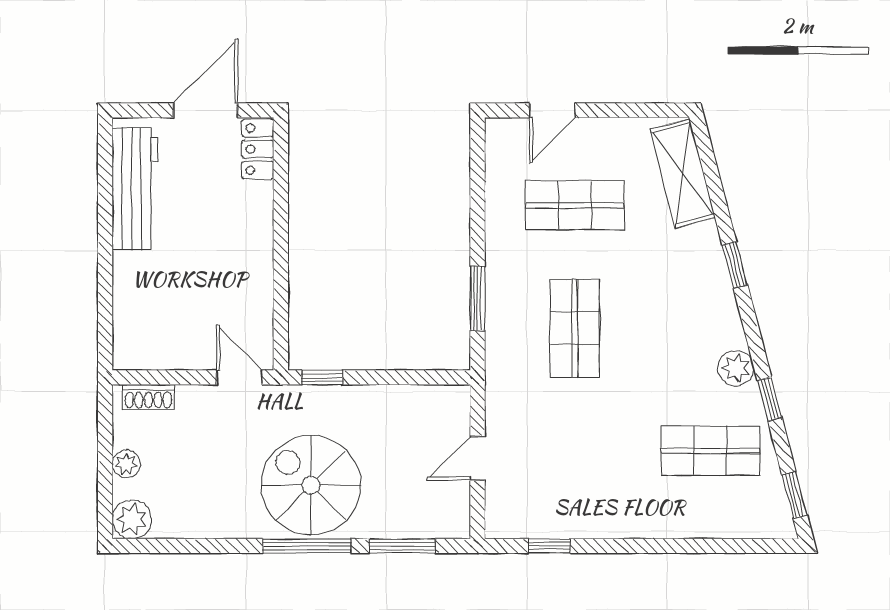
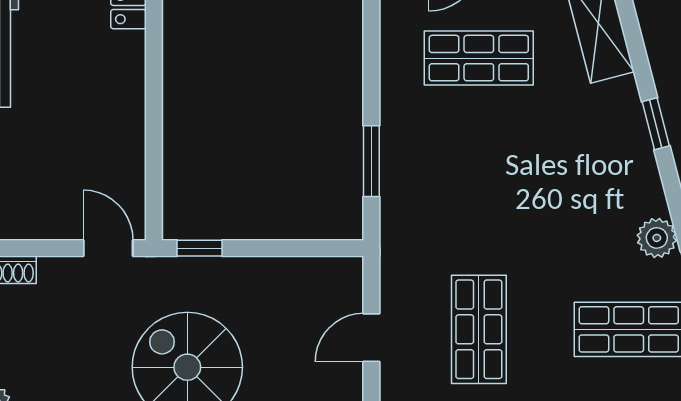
shop shelf: (575, 328) -> (479, 329), moved

